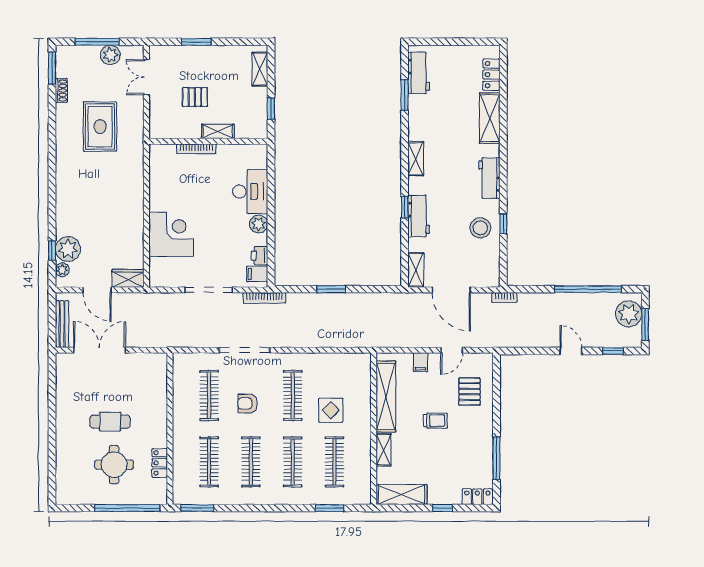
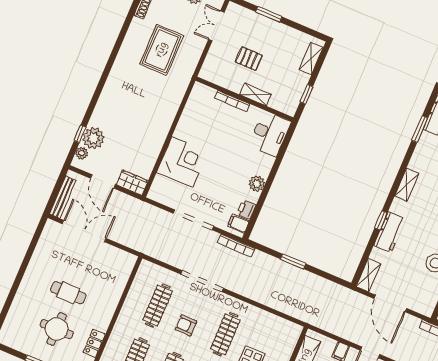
desk: (250, 191) -> (270, 134), moved

